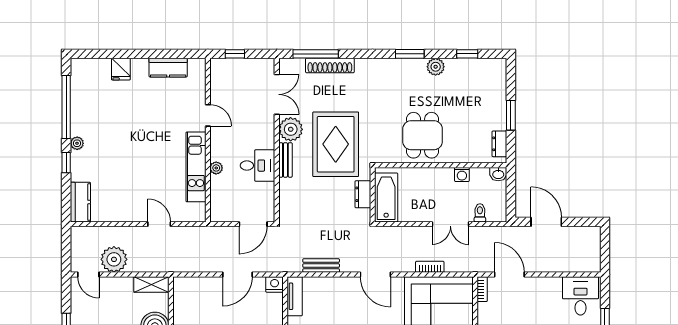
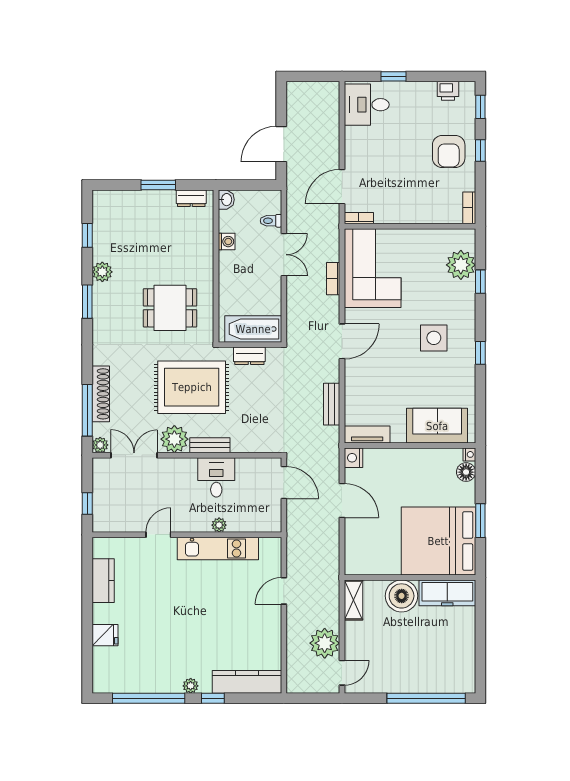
plant: (286, 65) -> (100, 445), added
dining table: (423, 135) -> (170, 308), moved
kitchen counter: (80, 202) -> (247, 682), width x1.50

